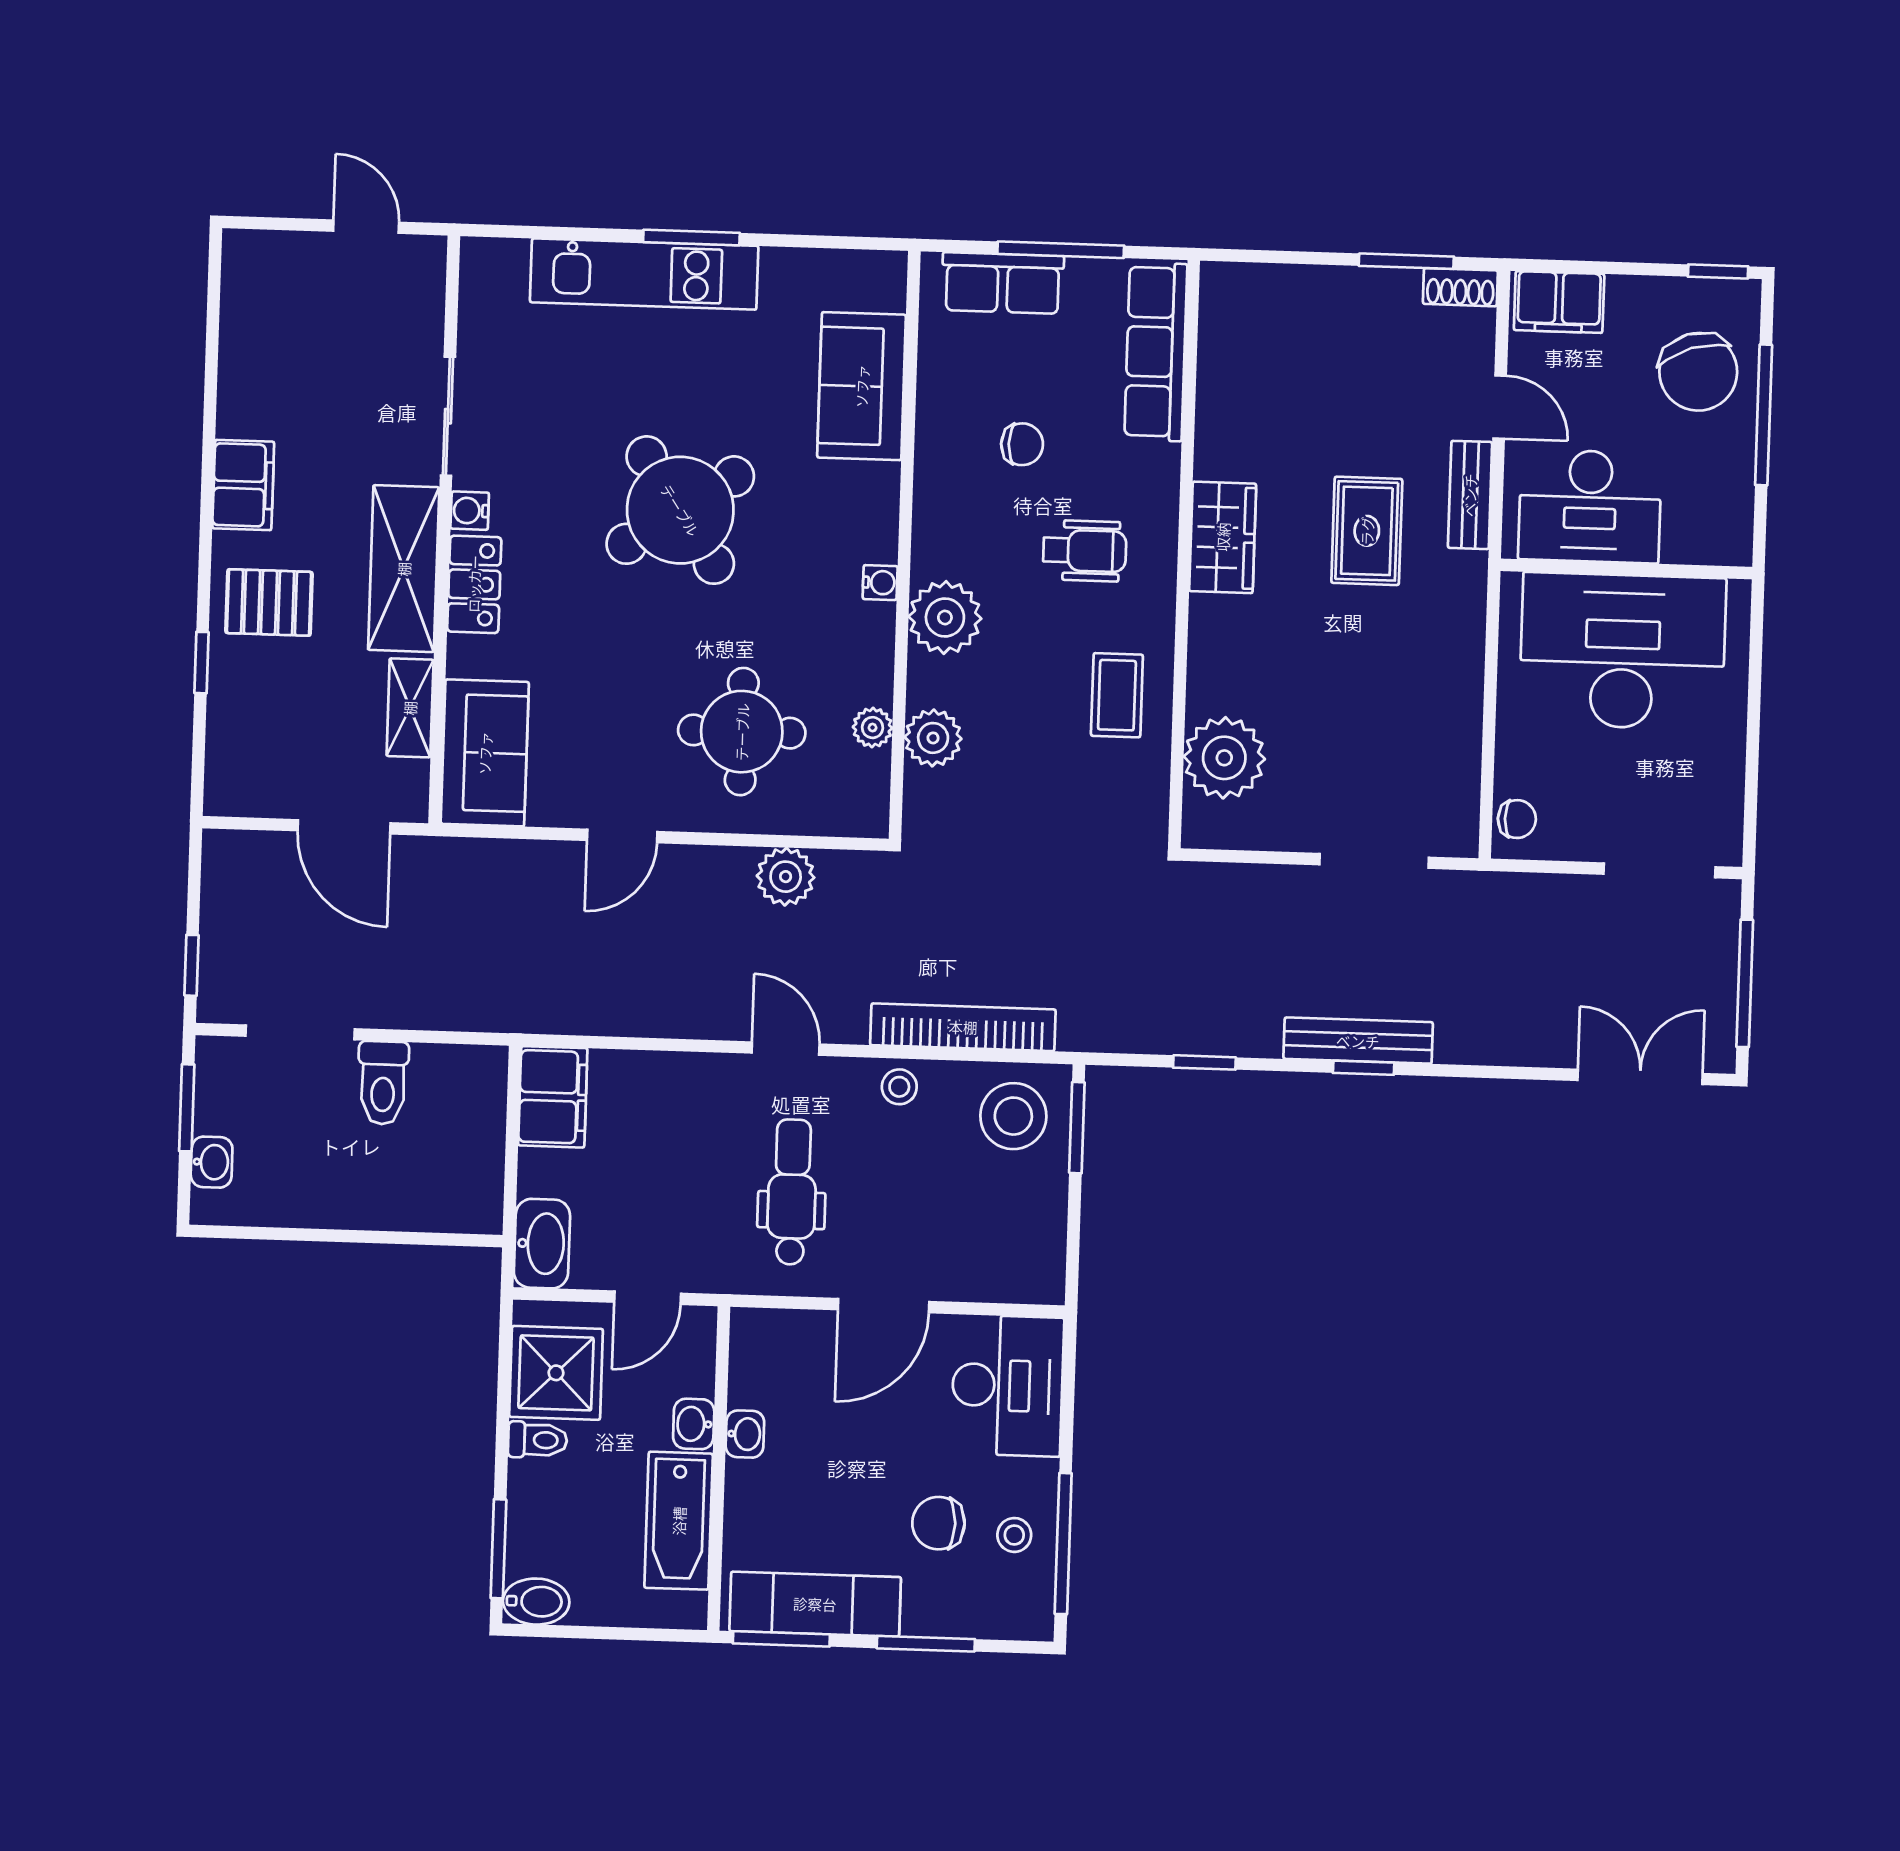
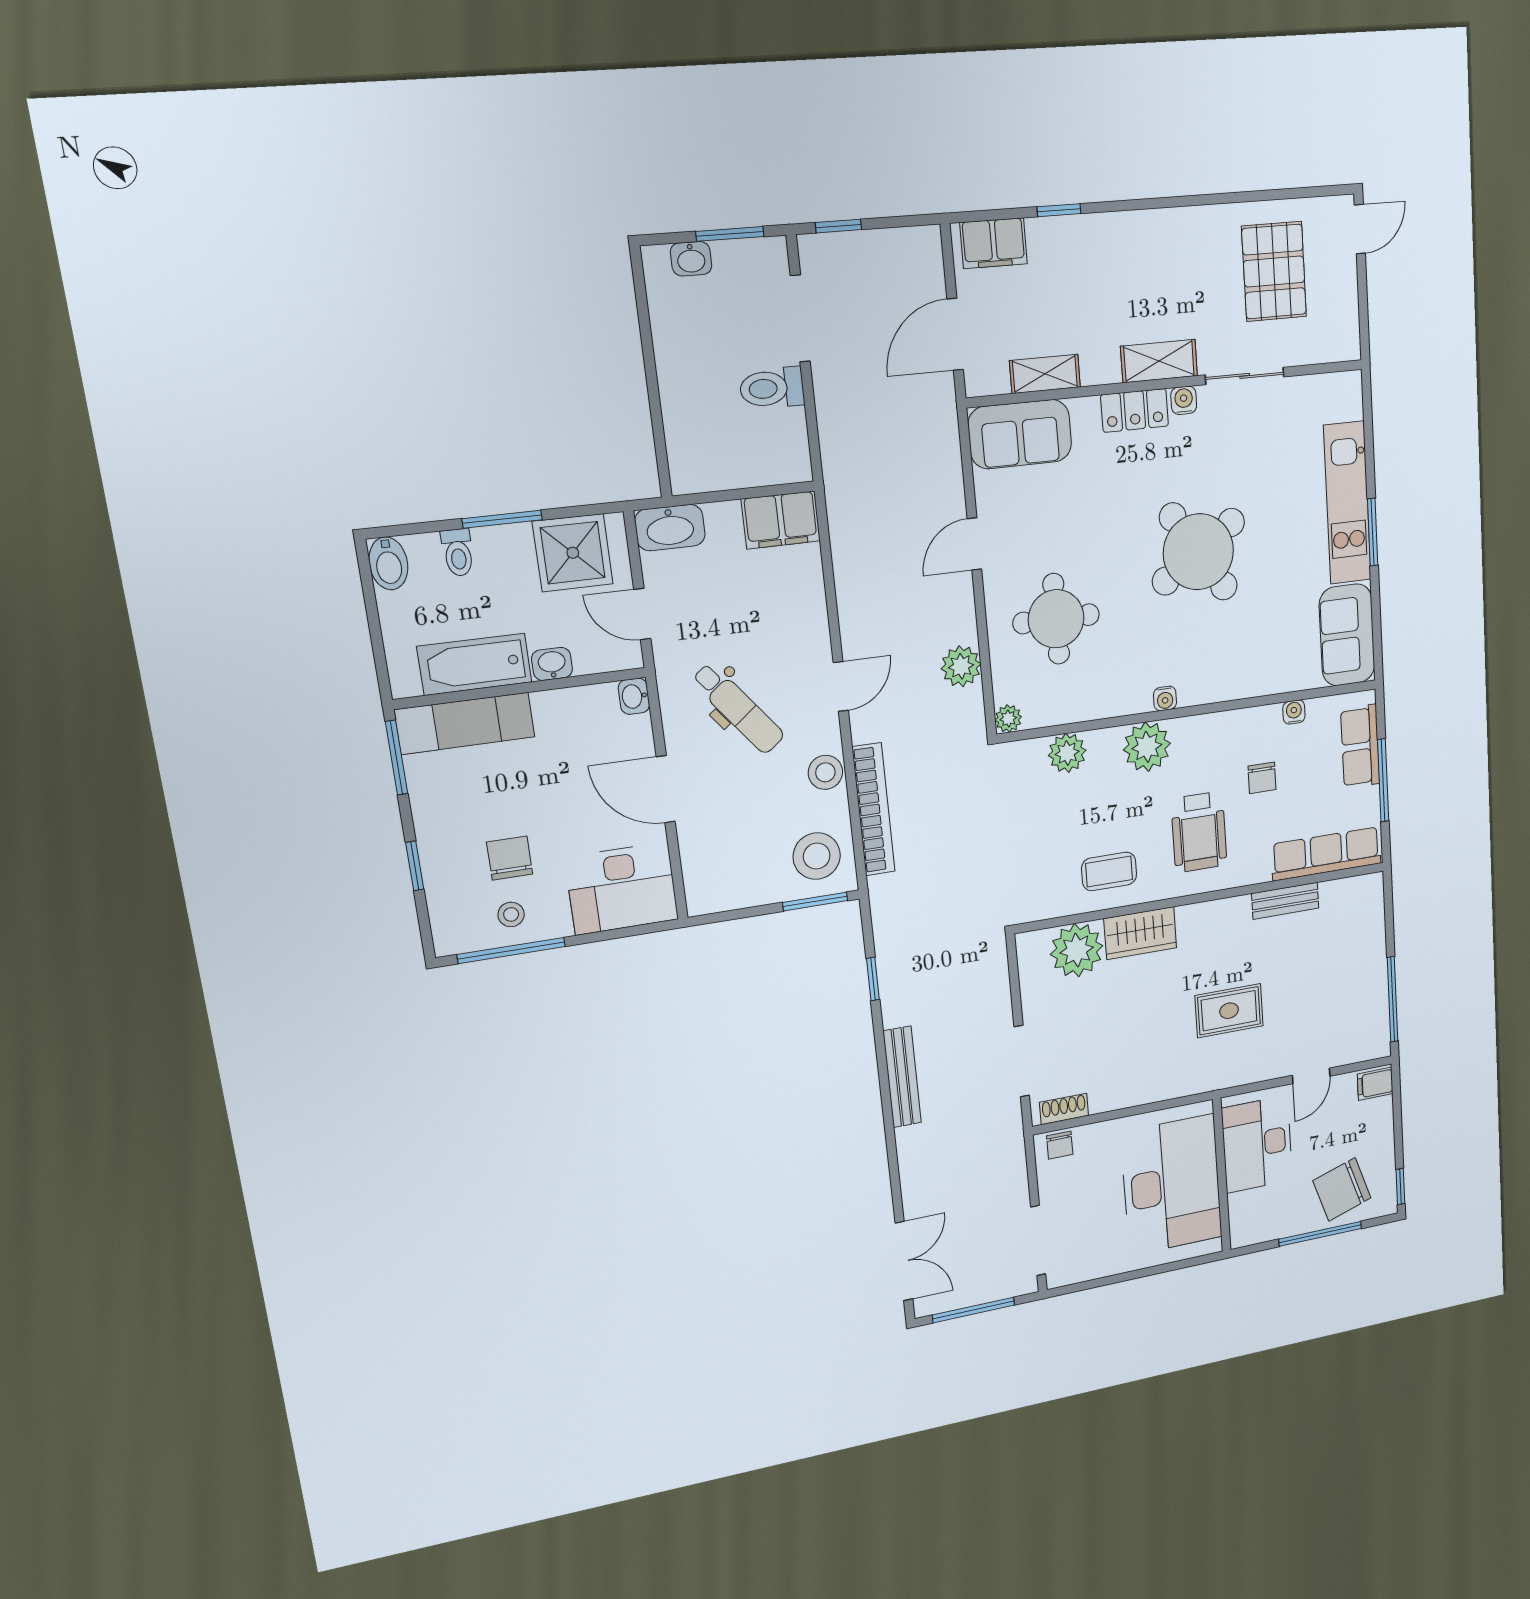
door: (366, 227) -> (1360, 229), moved
window: (1406, 261) -> (1392, 999), width x1.44
shoe rack: (1460, 287) -> (1064, 1109), moved, turned 90
filing cabinet: (1559, 302) -> (1375, 1084), width x0.50
water cooler: (933, 385) -> (1294, 712), added
sofa: (862, 386) -> (1347, 635), moved, turned -90
filing cabinet: (243, 485) -> (994, 243), moved
bench: (1470, 495) -> (1285, 901), moved
wardrobe: (1223, 537) -> (1140, 933), moved
wheelchair: (1085, 551) -> (1199, 832), width x1.36, depth x1.37
shelving: (404, 569) -> (1159, 361), width x0.67, depth x0.75
pallet: (269, 602) -> (1274, 272), moved, width x1.50, depth x1.42
plant: (873, 728) -> (1008, 719), moved
door: (622, 836) -> (974, 544), hinge flipped
window: (1364, 1068) -> (885, 1084), removed
stool: (899, 1087) -> (825, 772), width x1.37, depth x1.37
dental chair: (792, 1192) -> (738, 708), turned 52
washbasin: (745, 1434) -> (634, 696), moved, turned 90
toilet: (538, 1440) -> (458, 553), moved
window: (498, 1549) -> (502, 519), moved
exam couch: (815, 1604) -> (465, 723), moved, turned 90
window: (926, 1644) -> (415, 866), width x0.67

